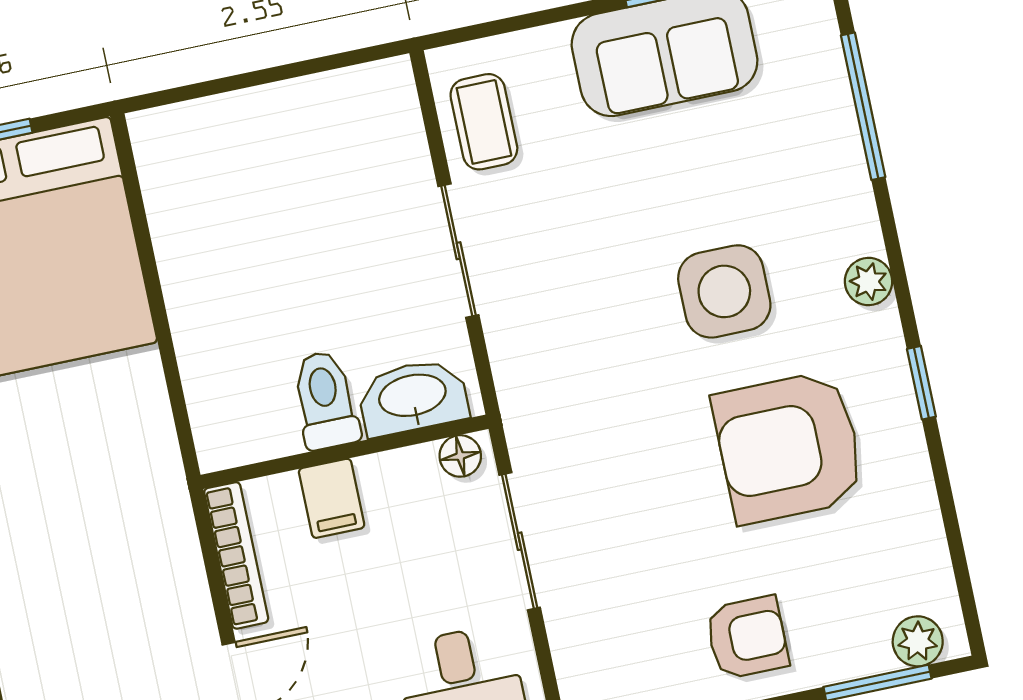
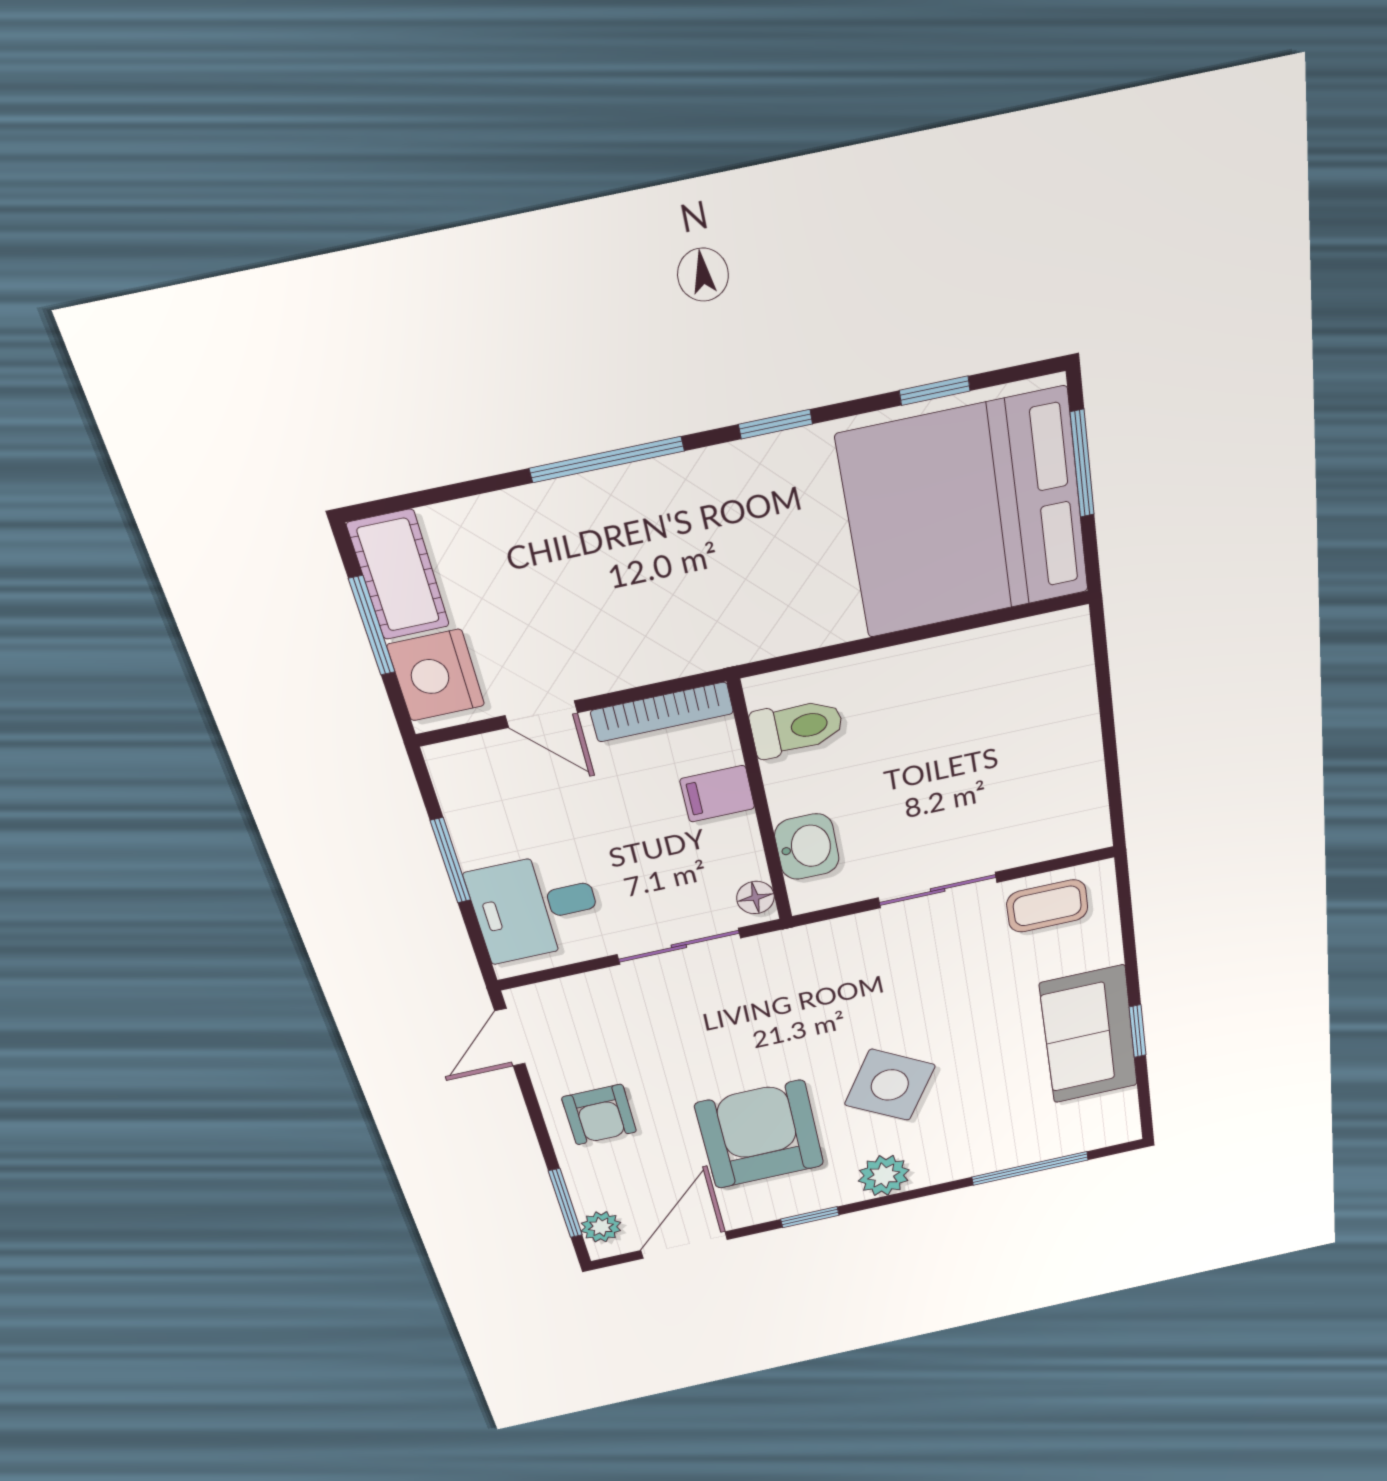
plant: (869, 282) -> (884, 1176), width x1.38, depth x1.38
side table: (724, 291) -> (890, 1085), turned 31
washbasin: (413, 397) -> (807, 847), width x0.72
toilet: (325, 400) -> (797, 728), moved
door: (954, 540) -> (684, 1245), added

